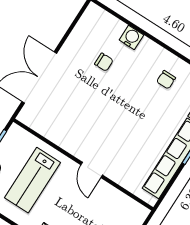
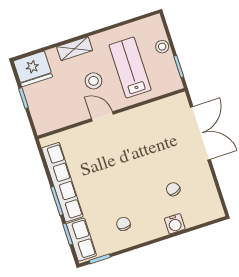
chair: (104, 62) -> (173, 189), turned 70
stool: (68, 201) -> (94, 81), added

